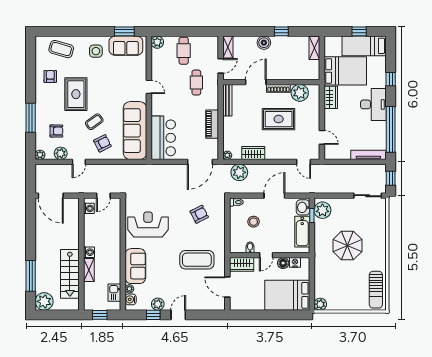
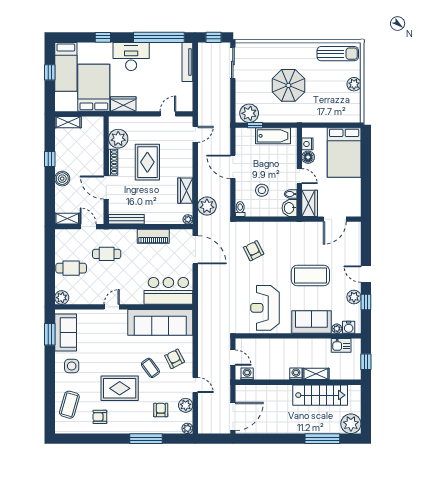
washbasin: (303, 207) -> (289, 208), moved, turned 90
coffee table: (197, 260) -> (310, 276), moved, turned 90
plant: (320, 304) -> (354, 84), moved

